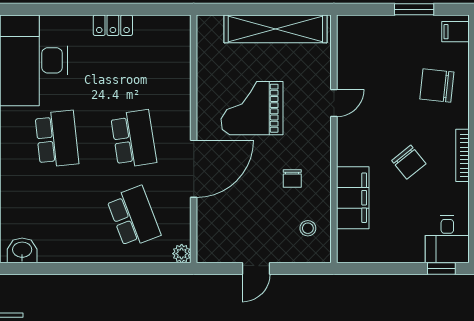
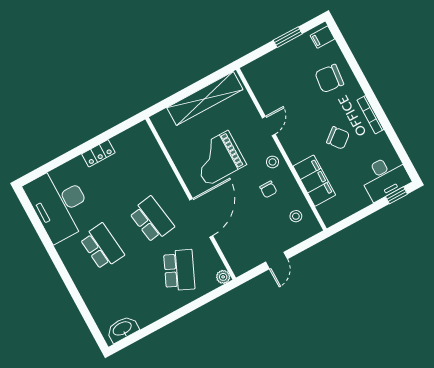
stool: (315, 148) -> (272, 162), added
school desk: (134, 217) -> (179, 270), turned 45
desk: (447, 239) -> (385, 177), width x1.37
washbasin: (22, 250) -> (122, 329), width x1.38

